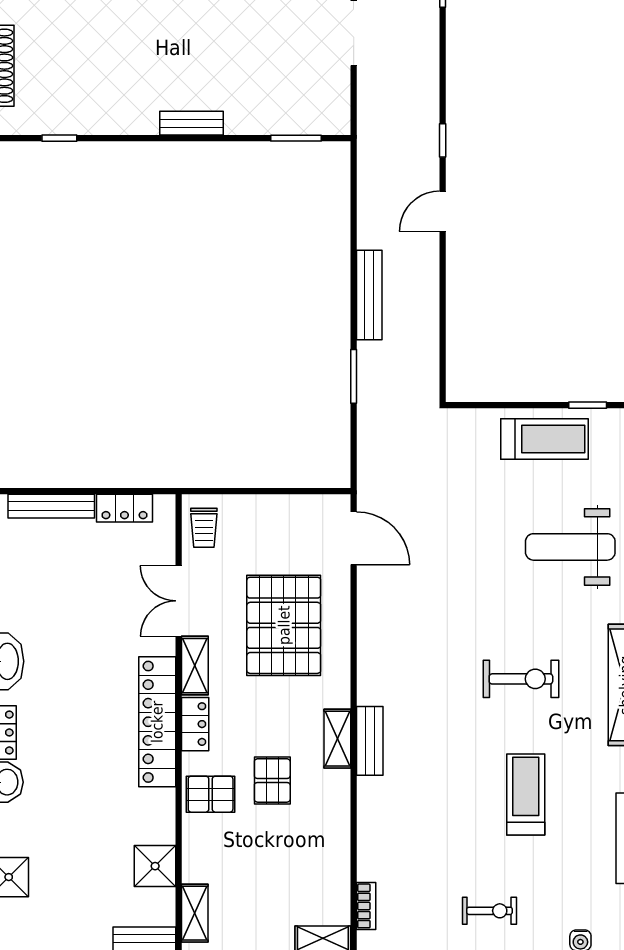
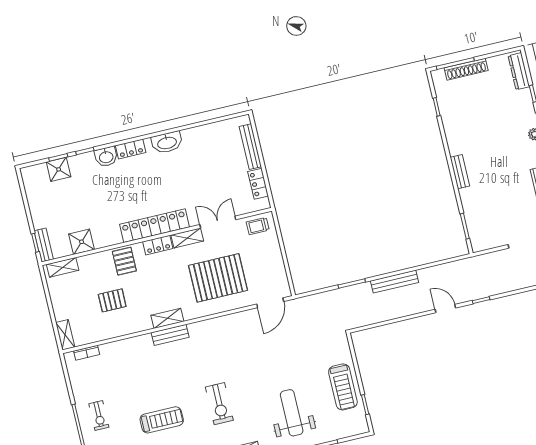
pallet: (272, 780) -> (112, 300), moved

